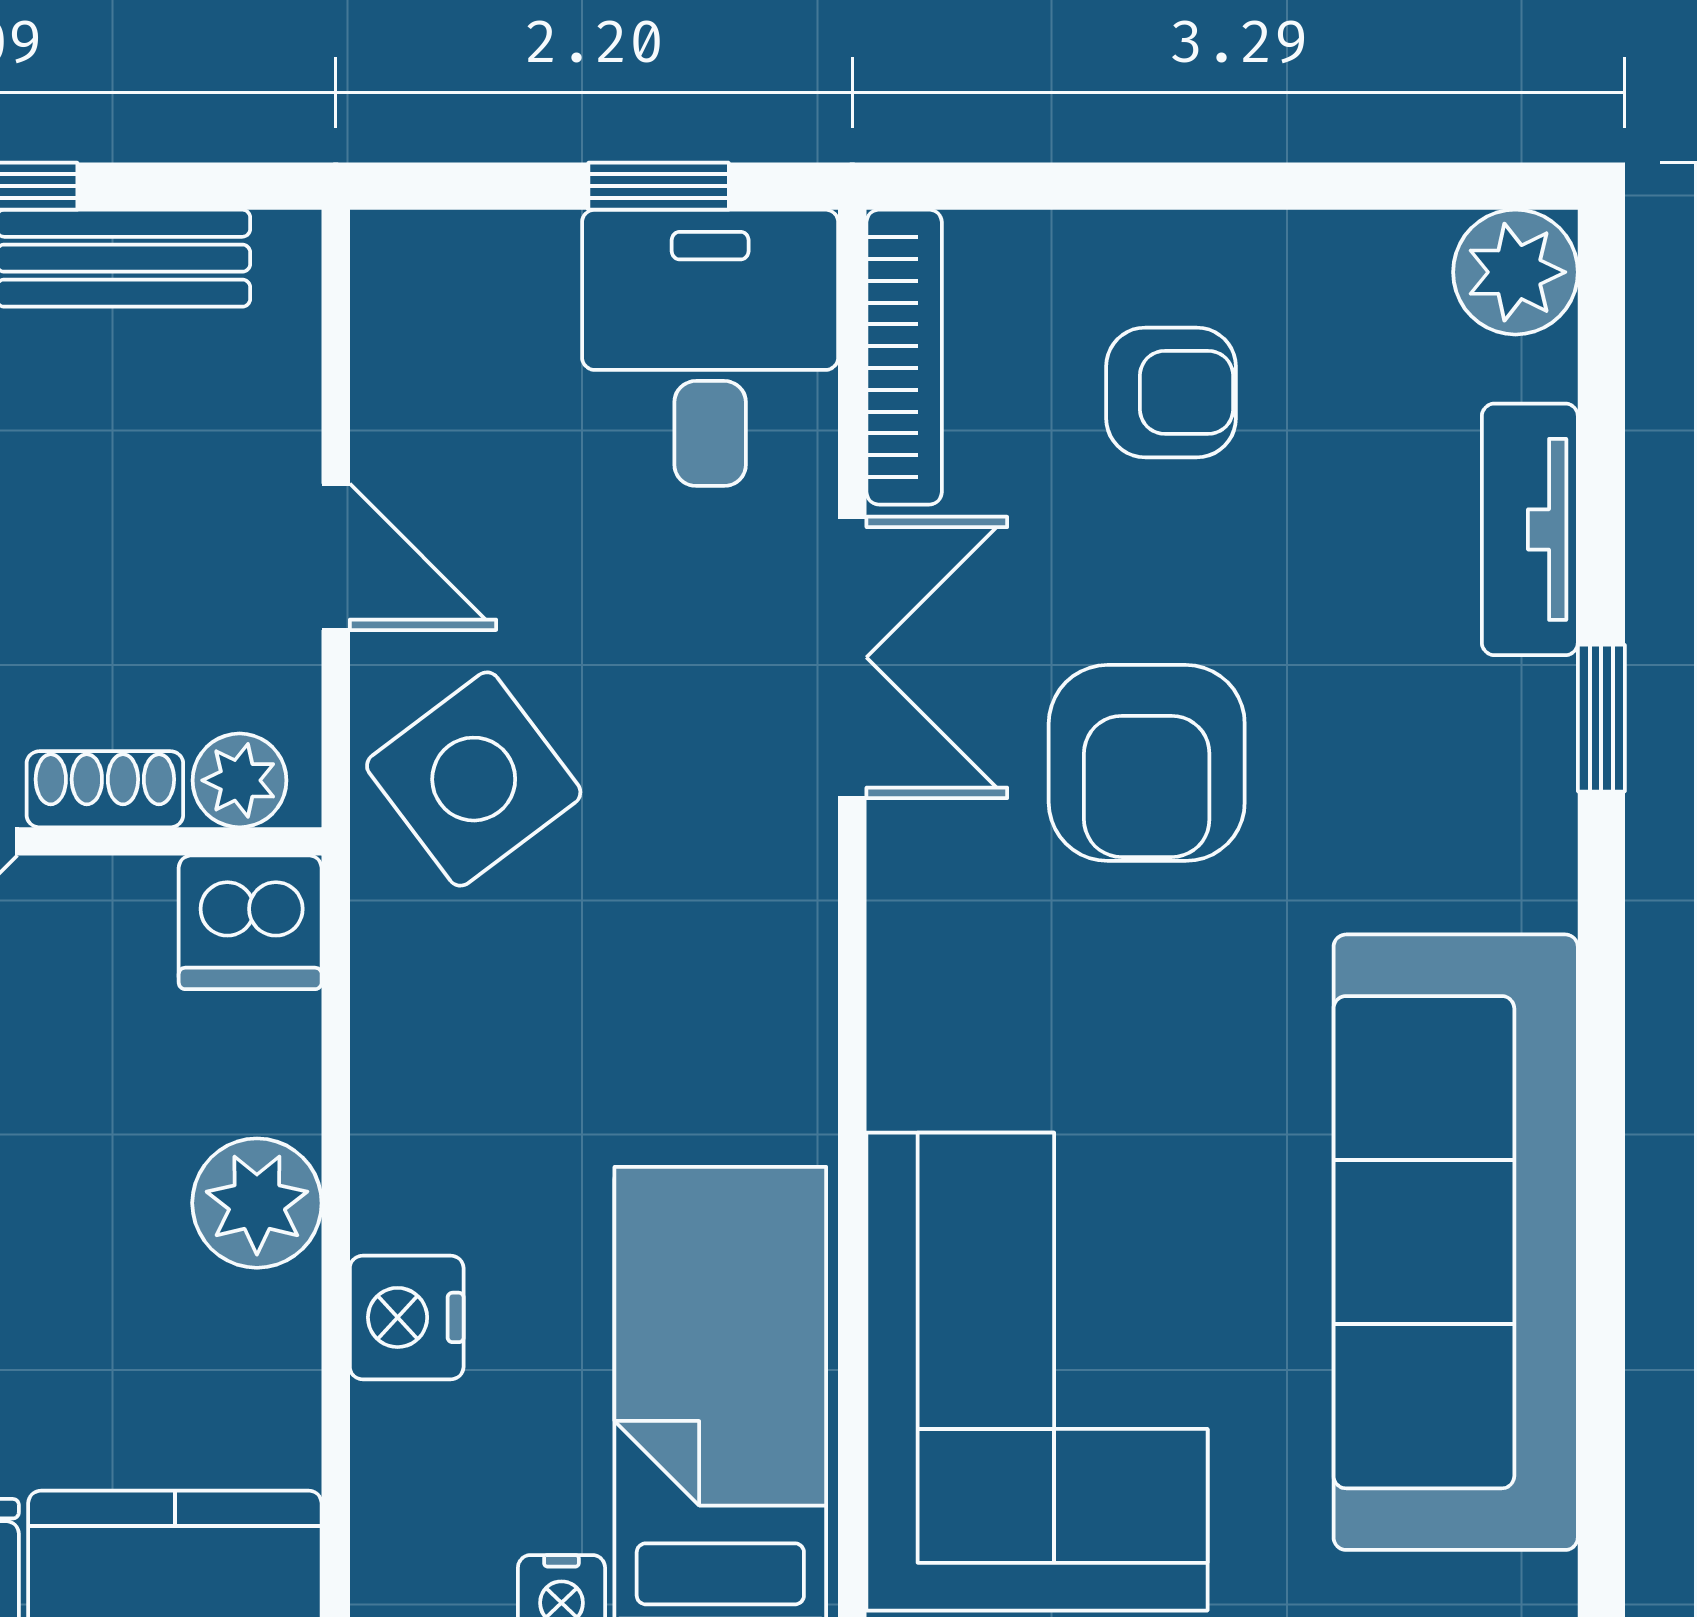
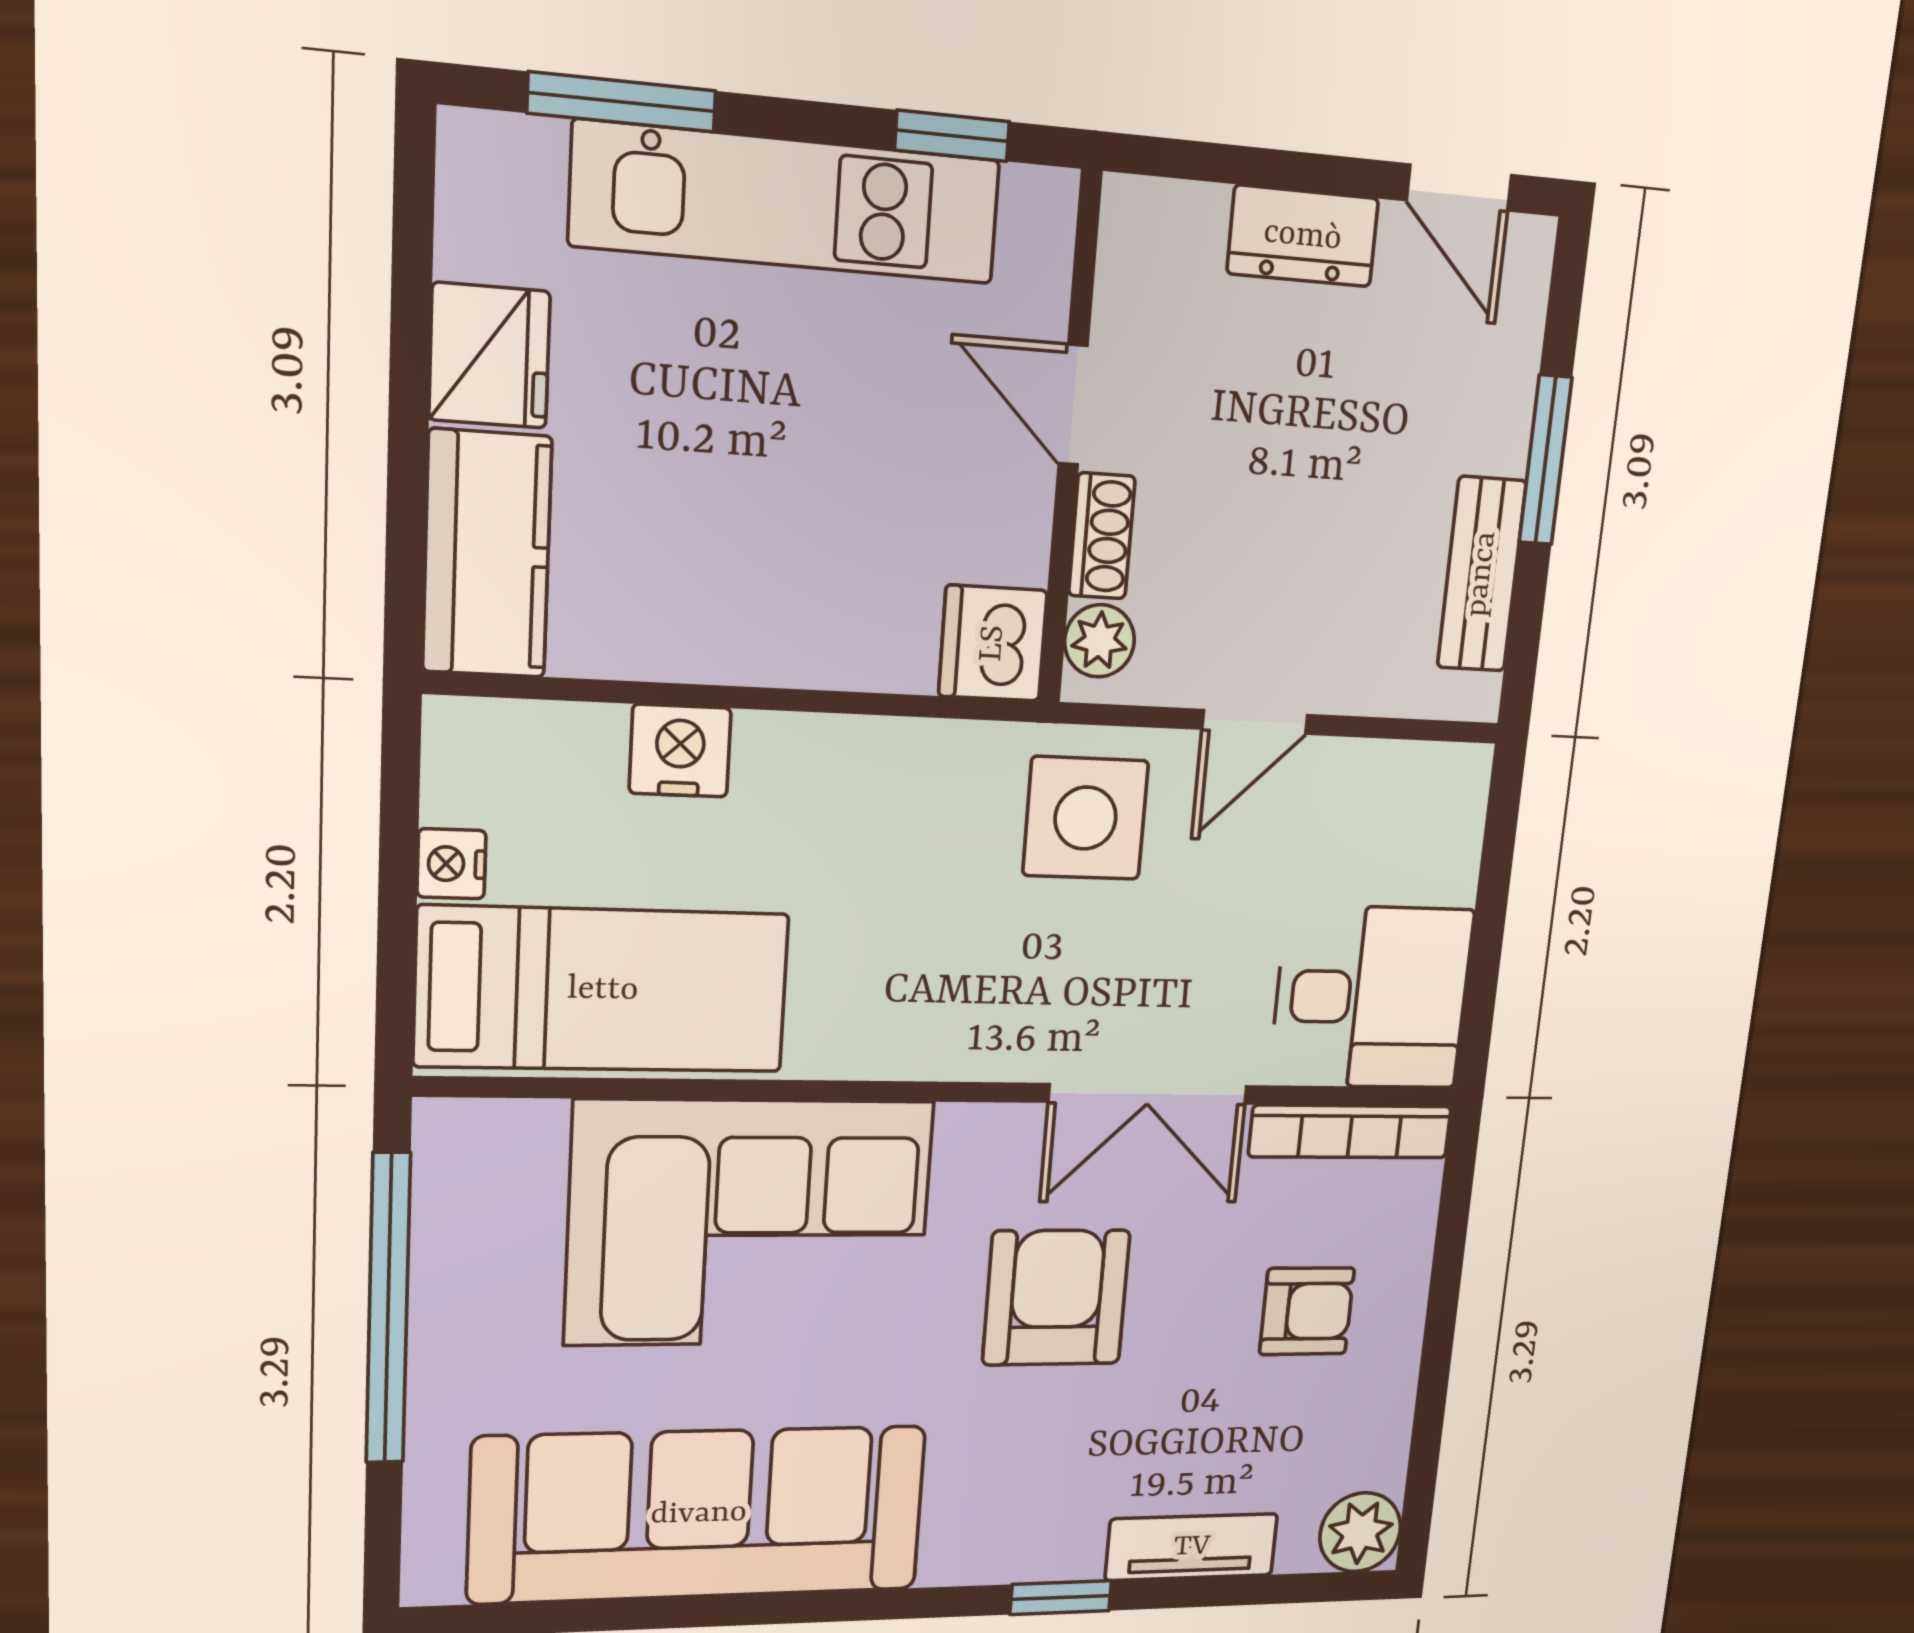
window: (659, 186) -> (1484, 964), removed
armchair: (1171, 392) -> (1307, 1311), turned -90
armchair: (1147, 763) -> (1056, 1298), turned 90
side table: (474, 779) -> (1086, 818), turned 37
plant: (257, 1203) -> (776, 637), removed
corner sofa: (1037, 1372) -> (749, 1223), moved

